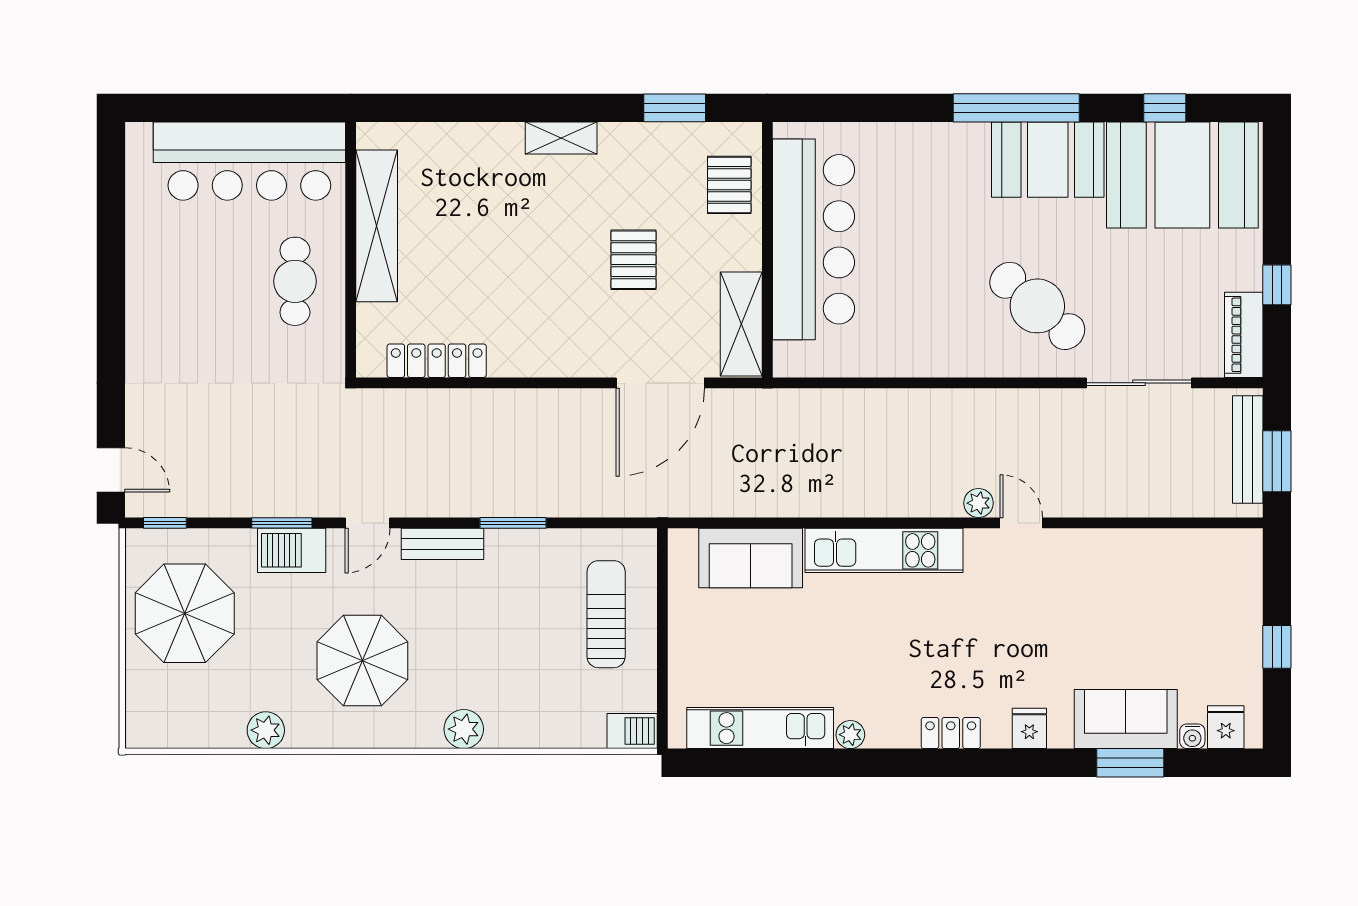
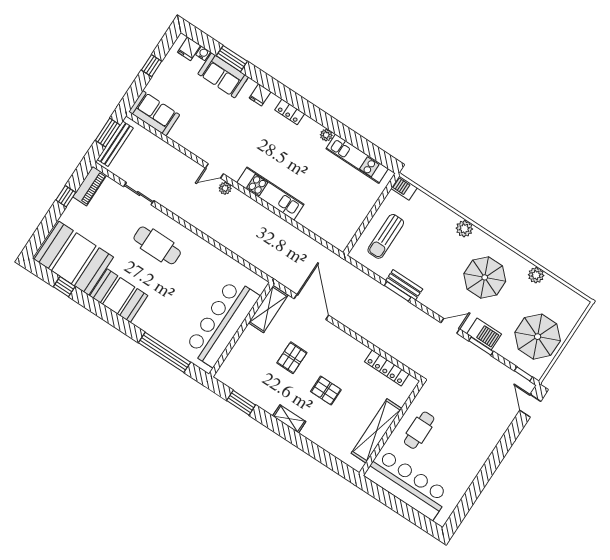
window: (1016, 108) -> (165, 352), moved
pallet: (729, 185) -> (326, 391), moved, turned 90
cafe table: (1037, 306) -> (157, 245), turned -41
door: (660, 383) -> (311, 307), hinge flipped
sliding door: (1139, 383) -> (139, 194), width x0.73
door: (1021, 523) -> (214, 171), hinge flipped
bench: (442, 544) -> (404, 285), moved
sofa: (751, 558) -> (154, 113), moved

